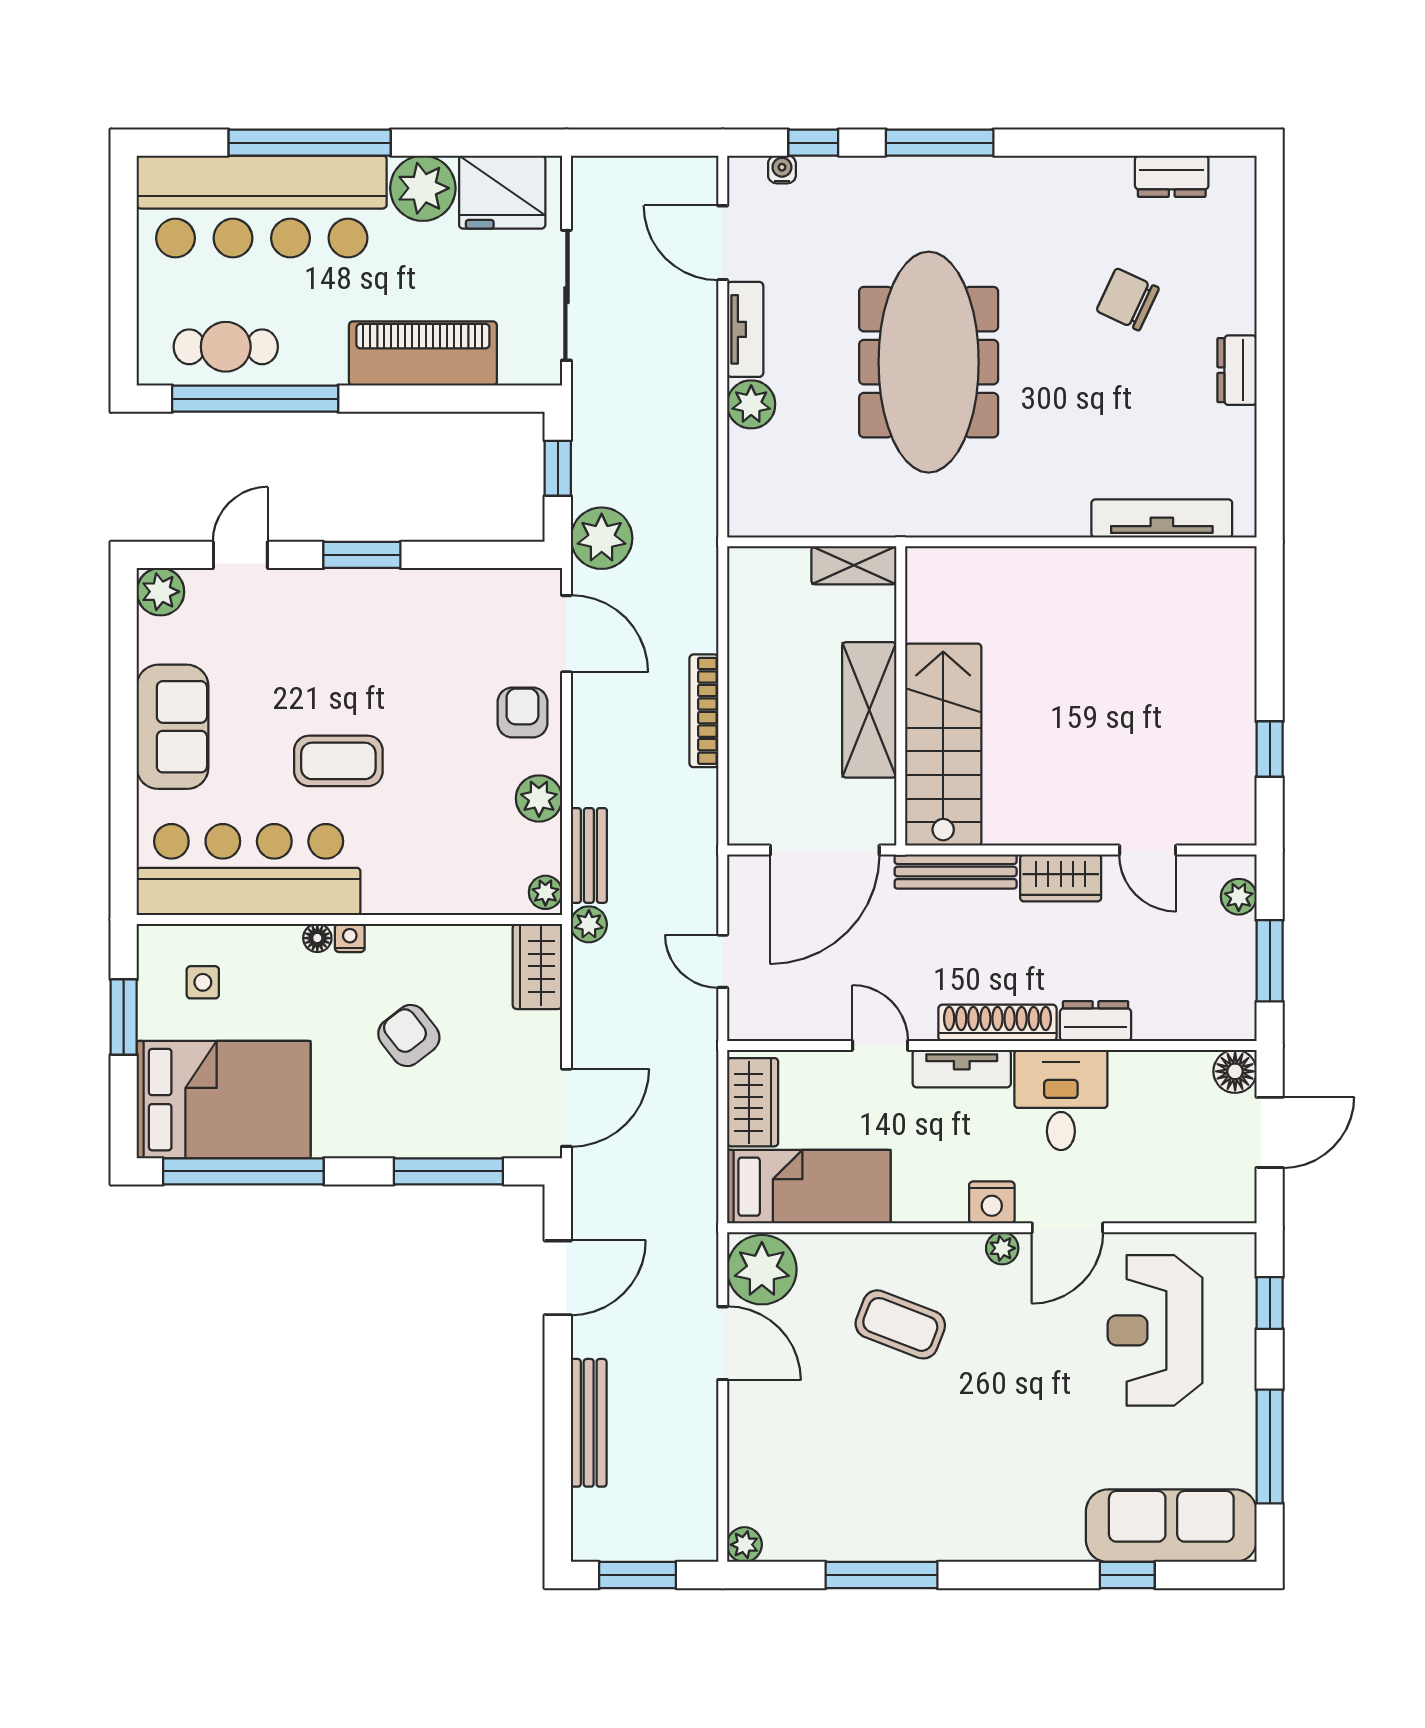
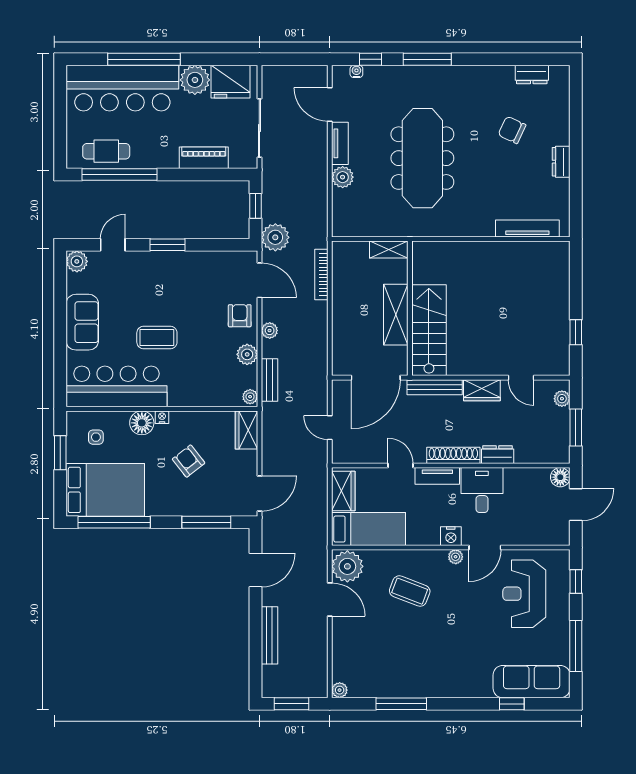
piano: (423, 353) -> (204, 158), width x0.73, depth x0.75
bookcase: (704, 711) -> (321, 274), moved
plant: (589, 924) -> (270, 330), moved
floor lamp: (317, 938) -> (142, 423), width x1.89, depth x1.89

